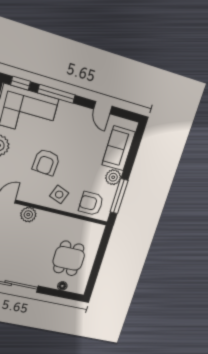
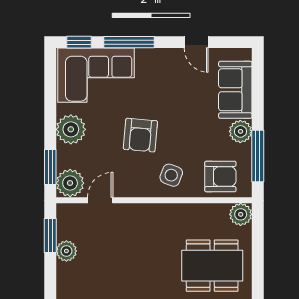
armchair: (91, 203) -> (220, 176), turned 180
plant: (28, 215) -> (241, 214), moved
dining table: (69, 258) -> (212, 266), width x1.38

